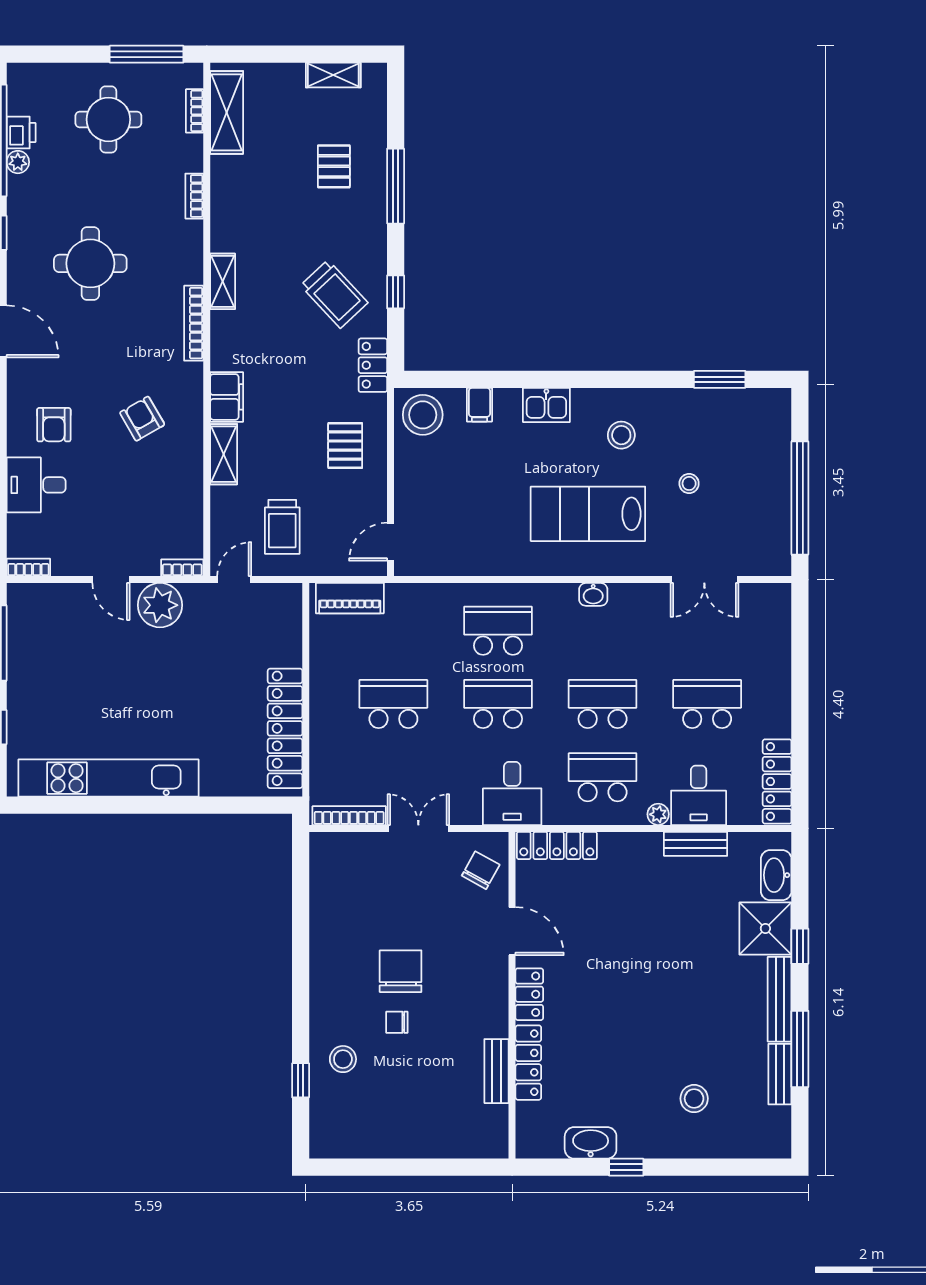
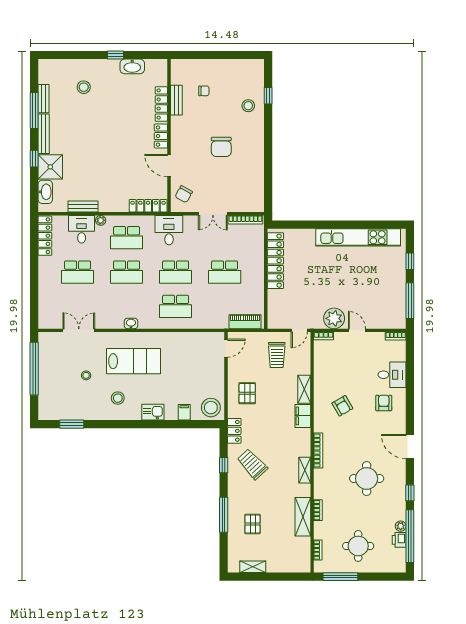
shelving: (227, 112) -> (303, 517), moved
trolley: (282, 527) -> (277, 355), turned 180
chair: (397, 1022) -> (204, 91), moved

